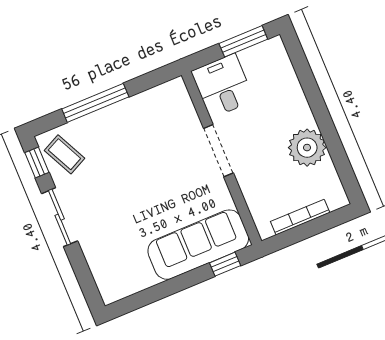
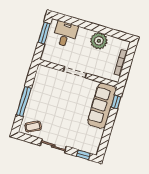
desk: (223, 86) -> (65, 34), moved, turned 90
window: (37, 163) -> (83, 155), moved

